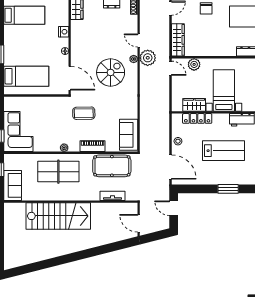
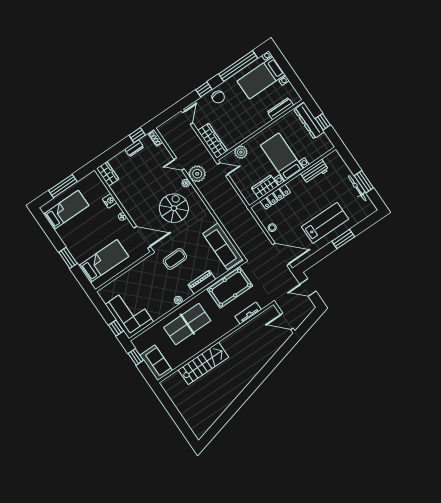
sofa: (129, 135) -> (223, 246), width x1.36
lab bench: (224, 151) -> (325, 223), moved
stairs: (58, 216) -> (203, 363), width x0.73, depth x0.66

